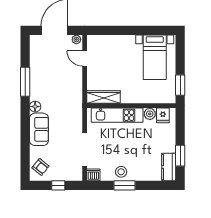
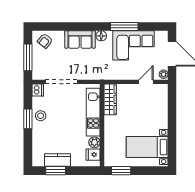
corner sofa: (45, 72) -> (133, 45), added
kitchen counter: (169, 167) -> (57, 160), moved
window: (58, 185) -> (28, 57), width x2.17

